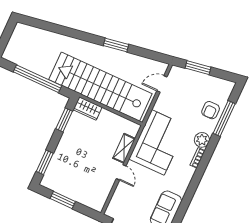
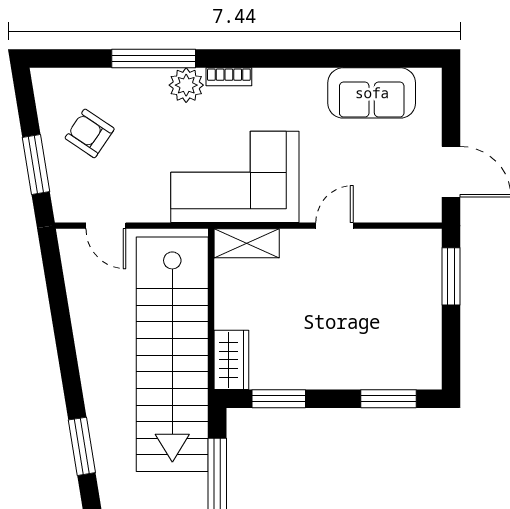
window: (116, 45) -> (82, 446), moved
armchair: (211, 110) -> (90, 133), moved, turned -146
window: (224, 119) -> (154, 59), moved
shelving: (124, 148) -> (247, 243), moved
window: (63, 200) -> (451, 276), moved

